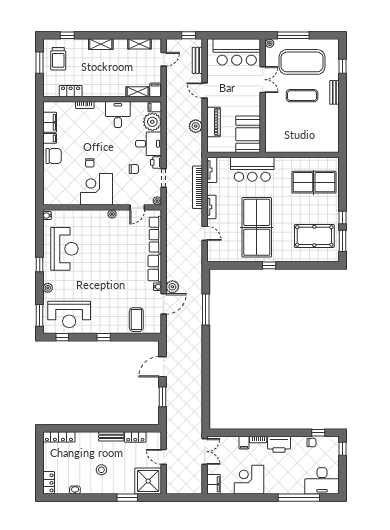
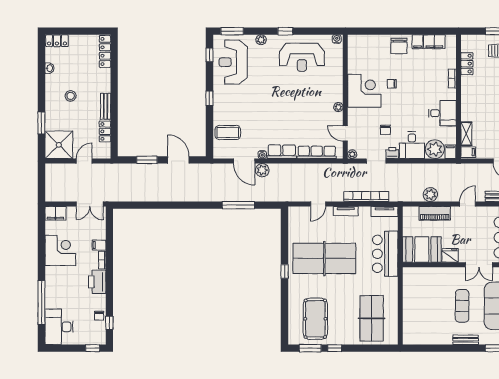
fridge: (254, 107) -> (450, 255), added

